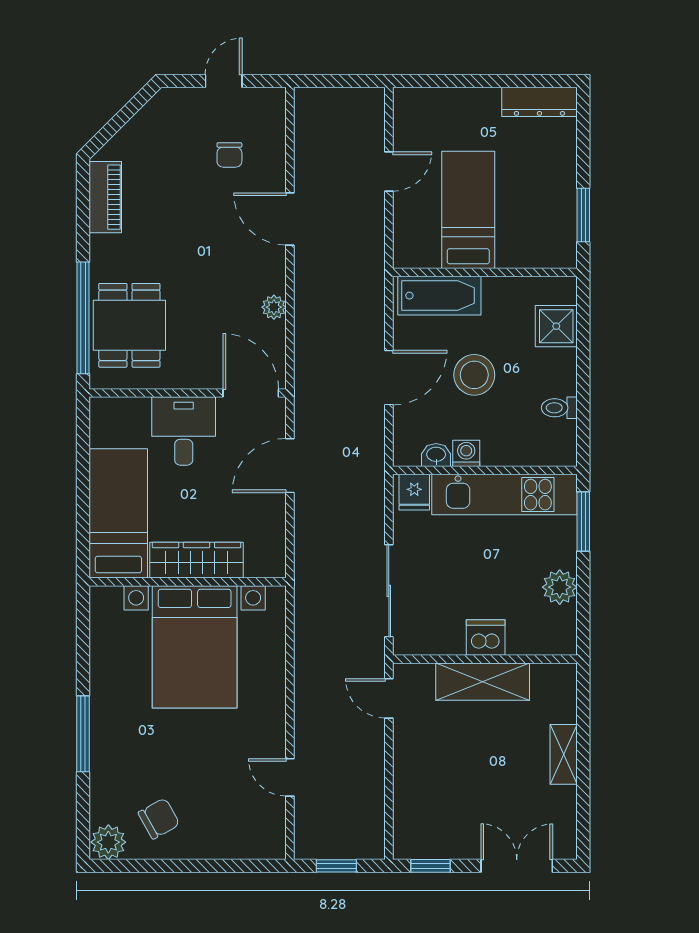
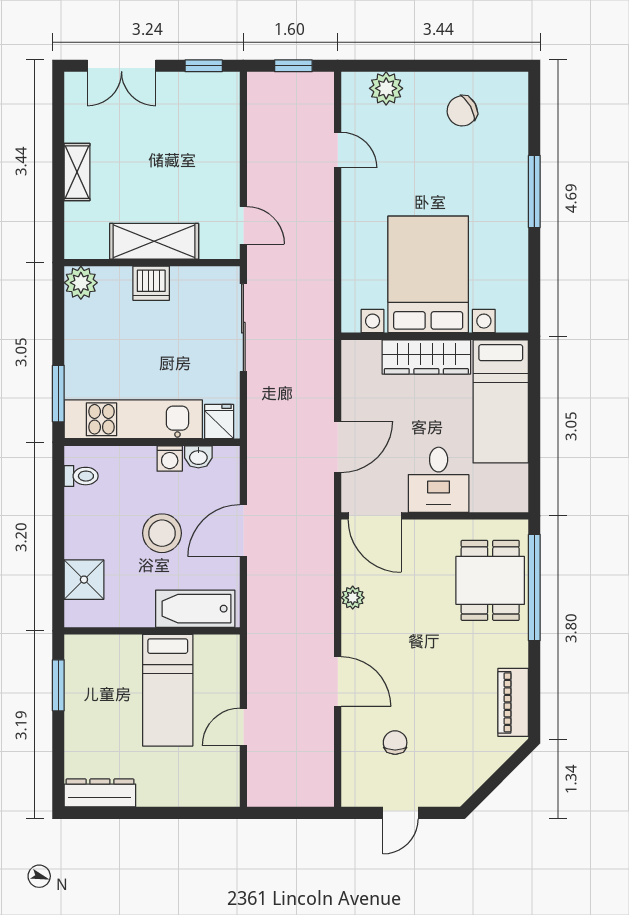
toilet: (559, 408) -> (81, 476), moved
plant: (560, 587) -> (81, 283), moved
plant: (108, 842) -> (386, 88), moved

